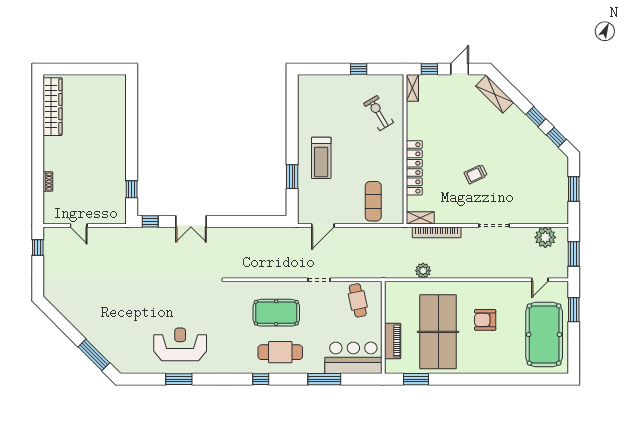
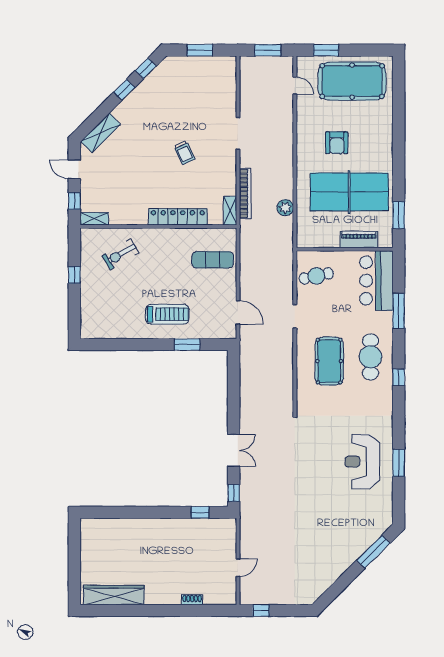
plant: (545, 237) -> (250, 80), removed

